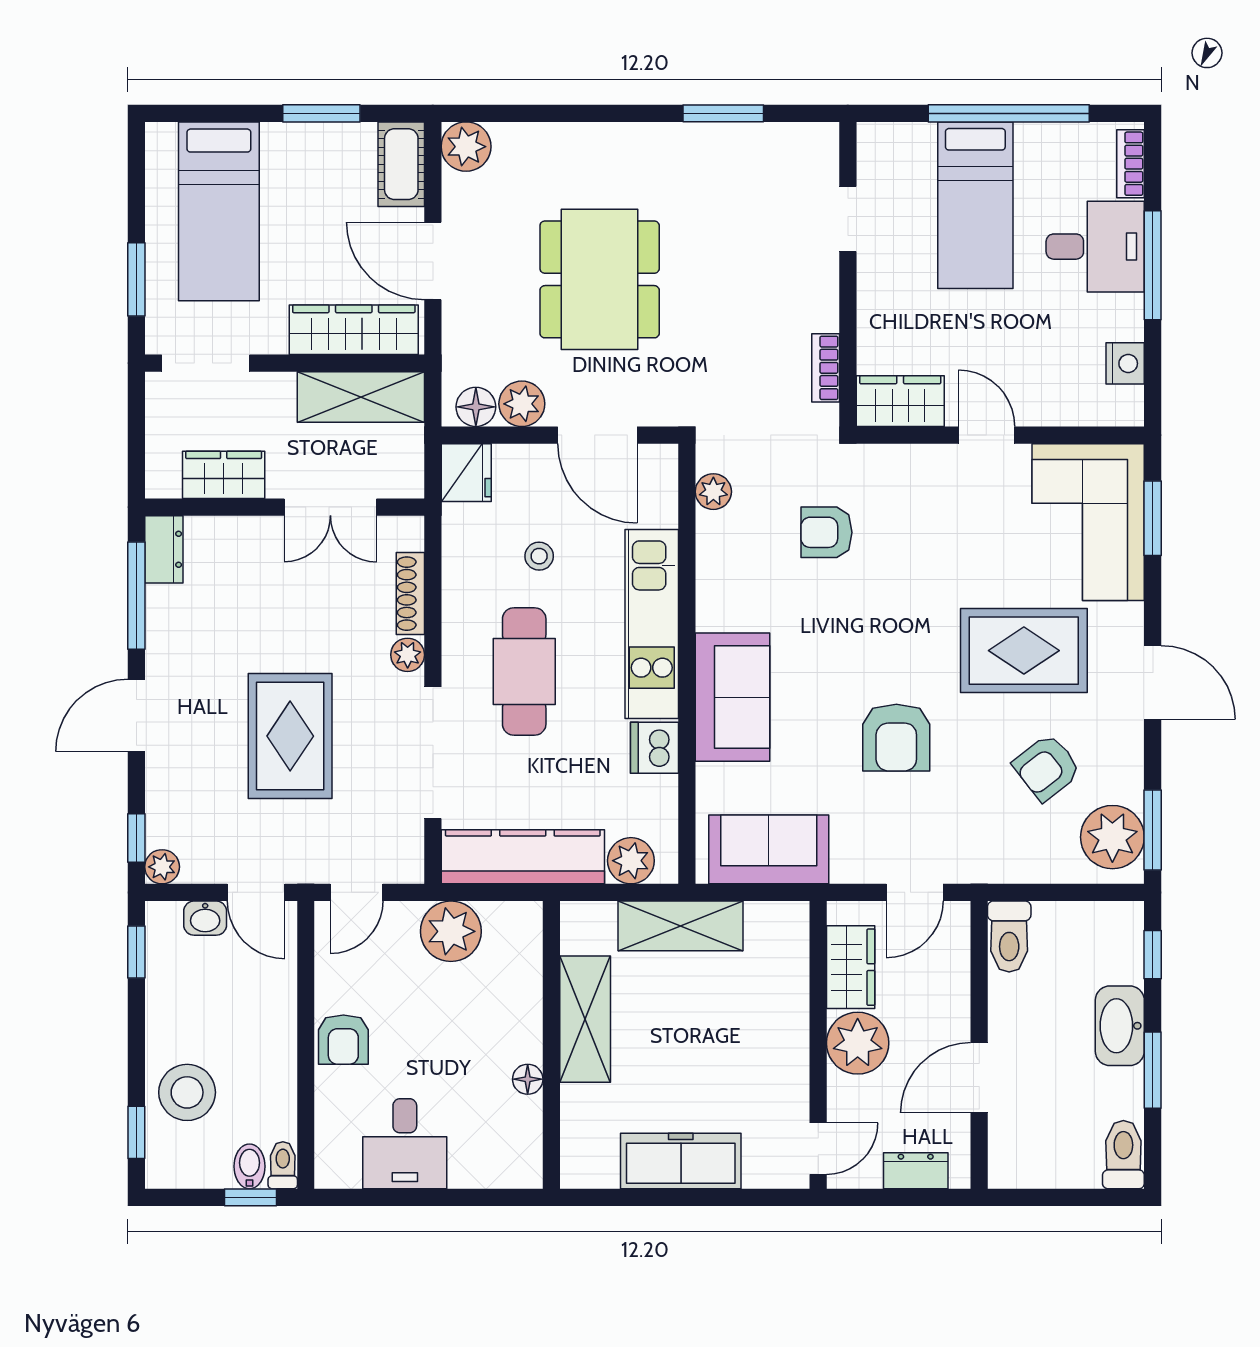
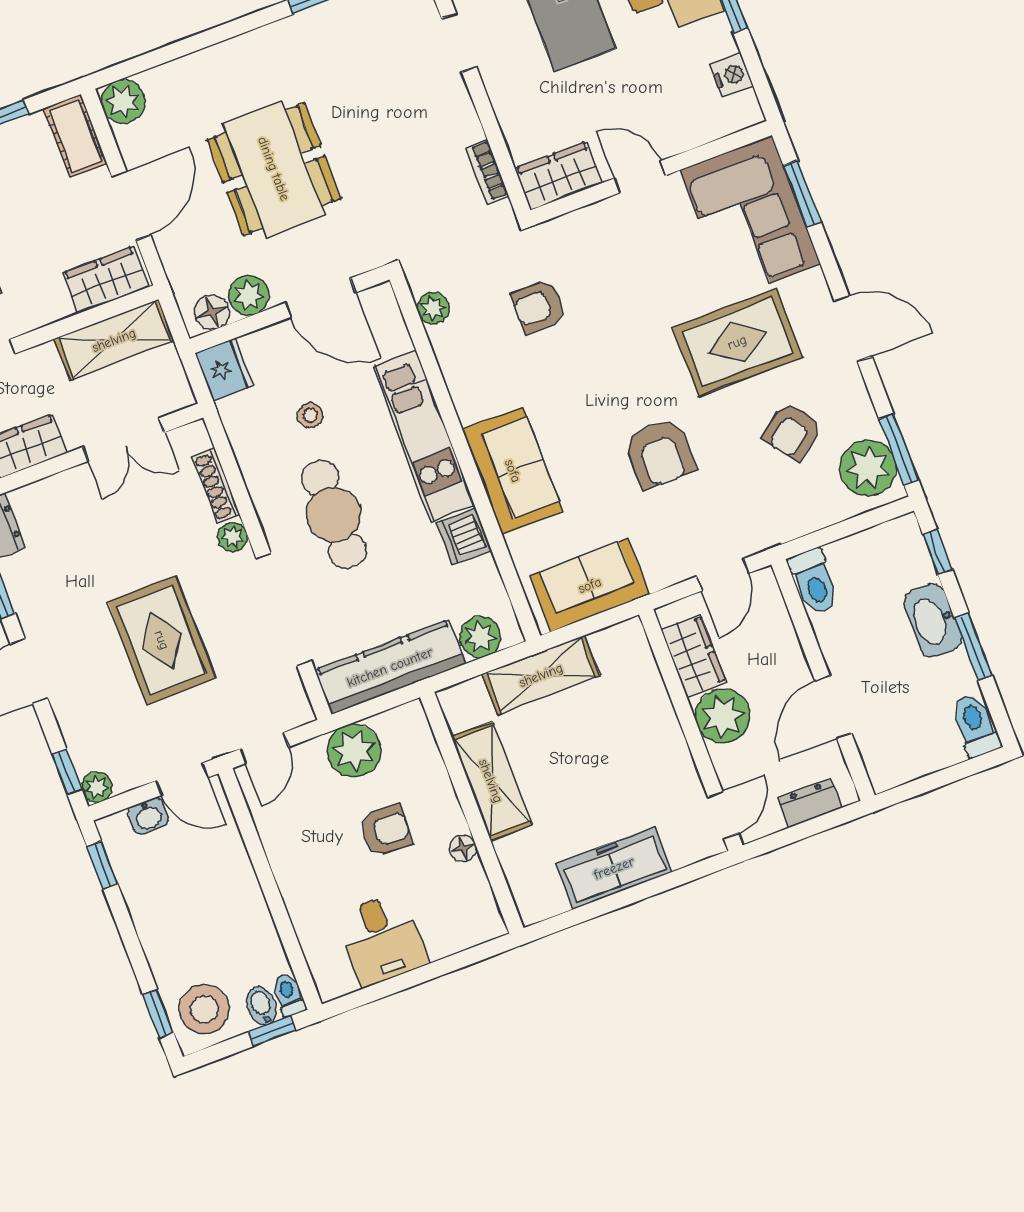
door: (433, 261) -> (131, 206), swing flipped
wardrobe: (354, 330) -> (105, 280), width x0.67
armchair: (343, 1040) -> (386, 831), moved, turned -87
stool: (187, 1092) -> (204, 1009), moved

